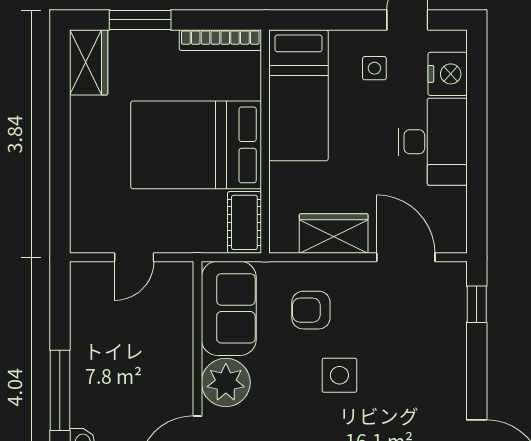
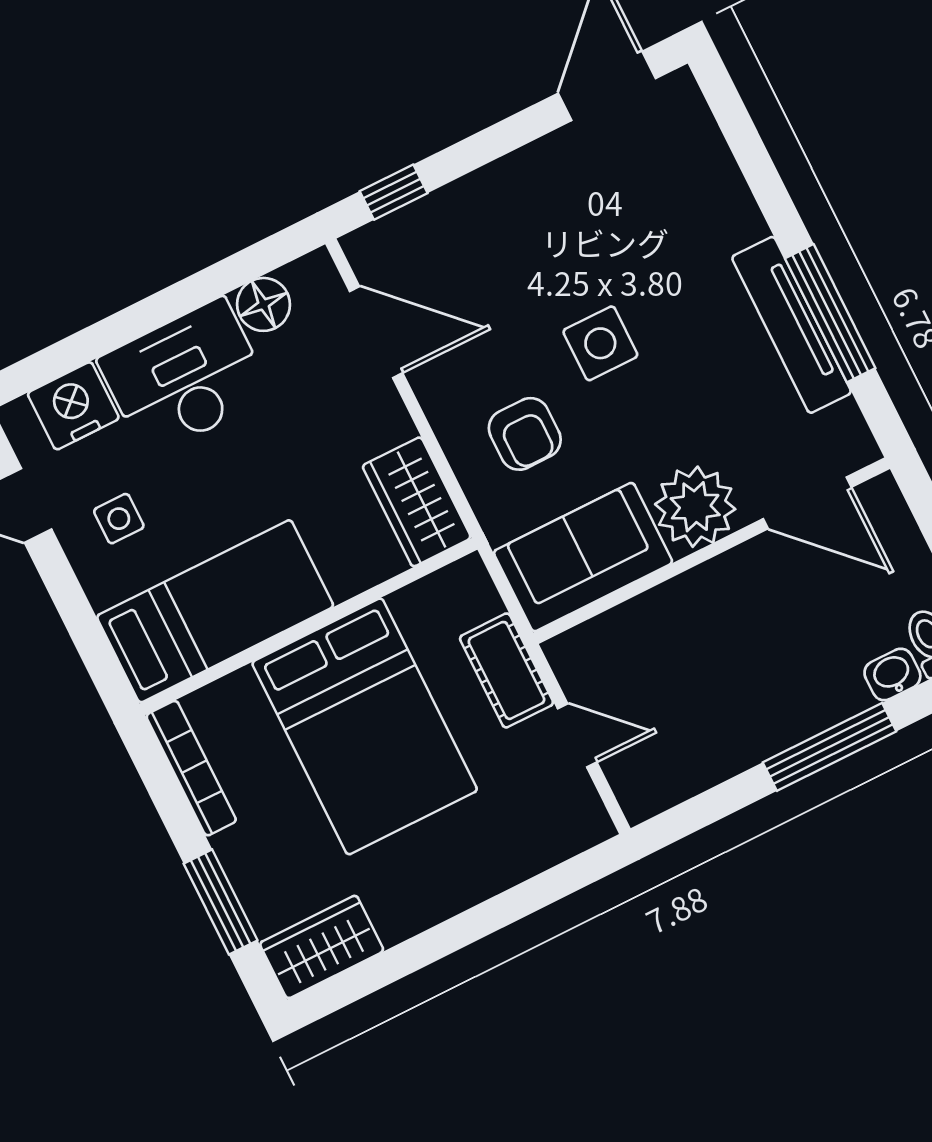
floor lamp: (451, 204) -> (264, 304), added
cot: (244, 222) -> (506, 670), moved, turned 90
wardrobe: (334, 233) -> (417, 502), moved
door: (406, 257) -> (376, 332), swing flipped

